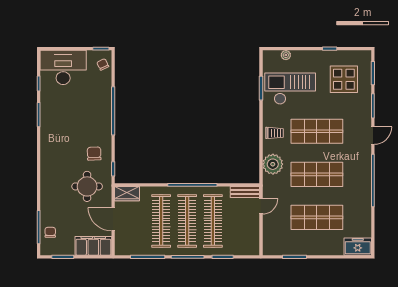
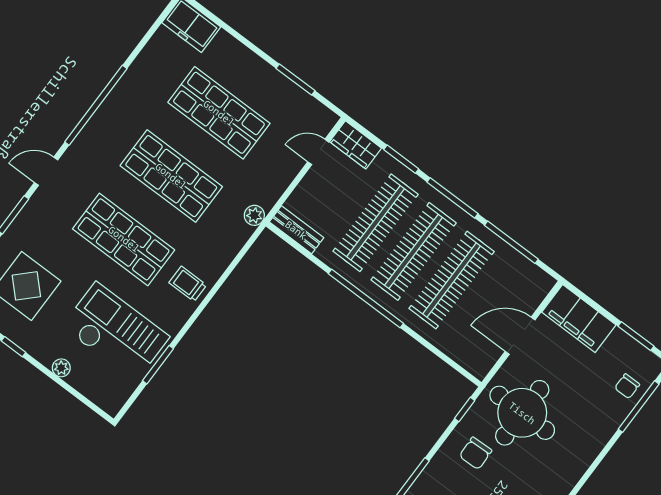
plant: (286, 55) -> (61, 368), moved
checkout: (290, 89) -> (116, 332), turned 180
plant: (273, 164) -> (254, 215), moved, width x0.53, depth x0.53
round table: (87, 186) -> (522, 413), width x1.36, depth x1.36
wardrobe: (127, 194) -> (356, 145), moved, turned 180
door: (261, 206) -> (318, 152), moved
door: (113, 219) -> (520, 336), swing flipped

